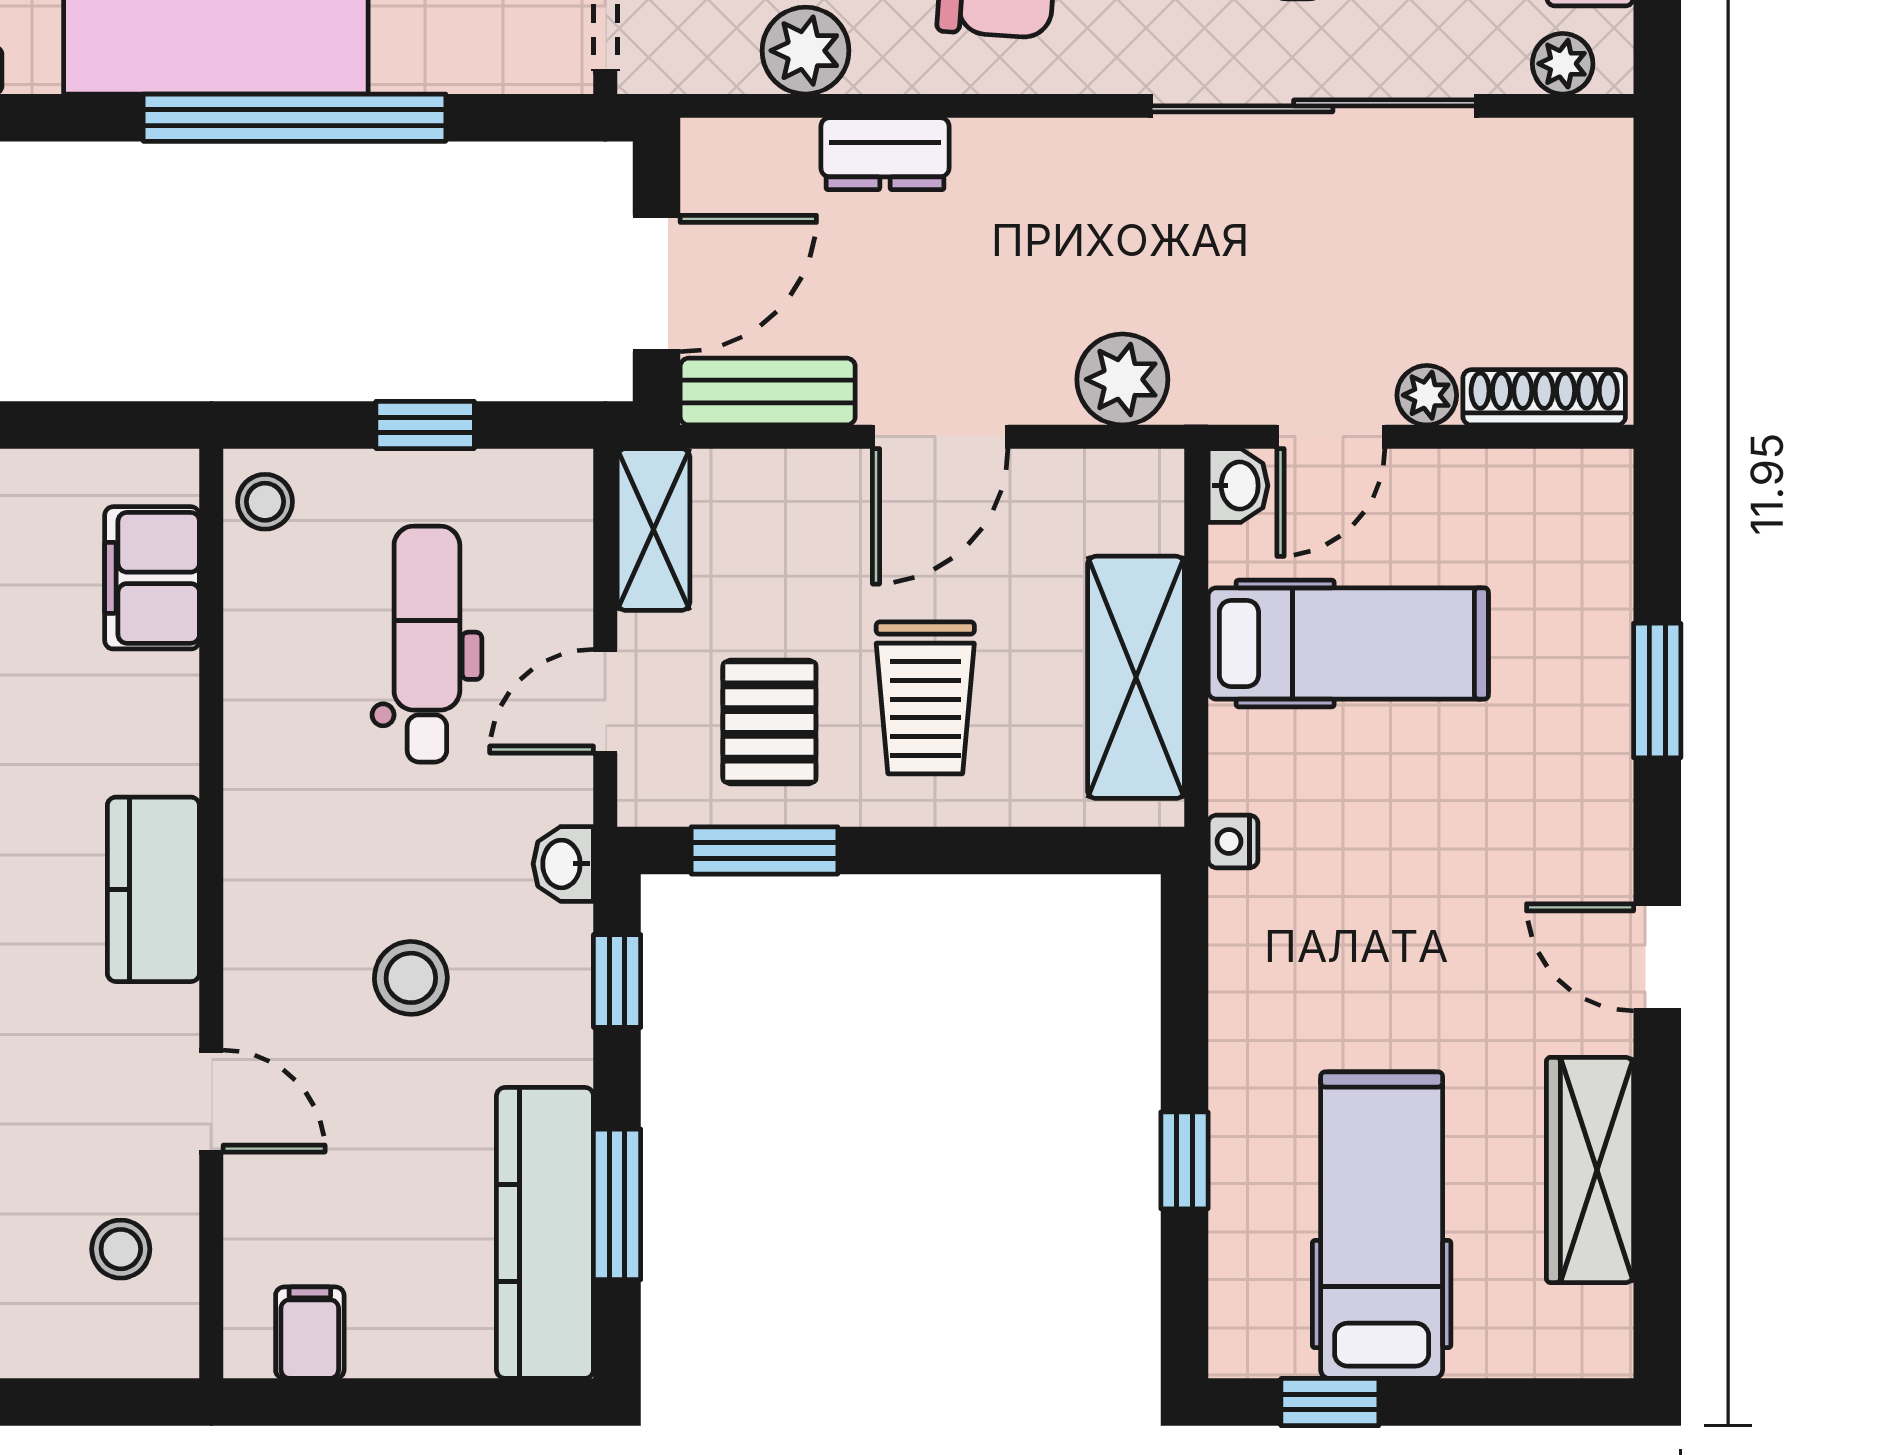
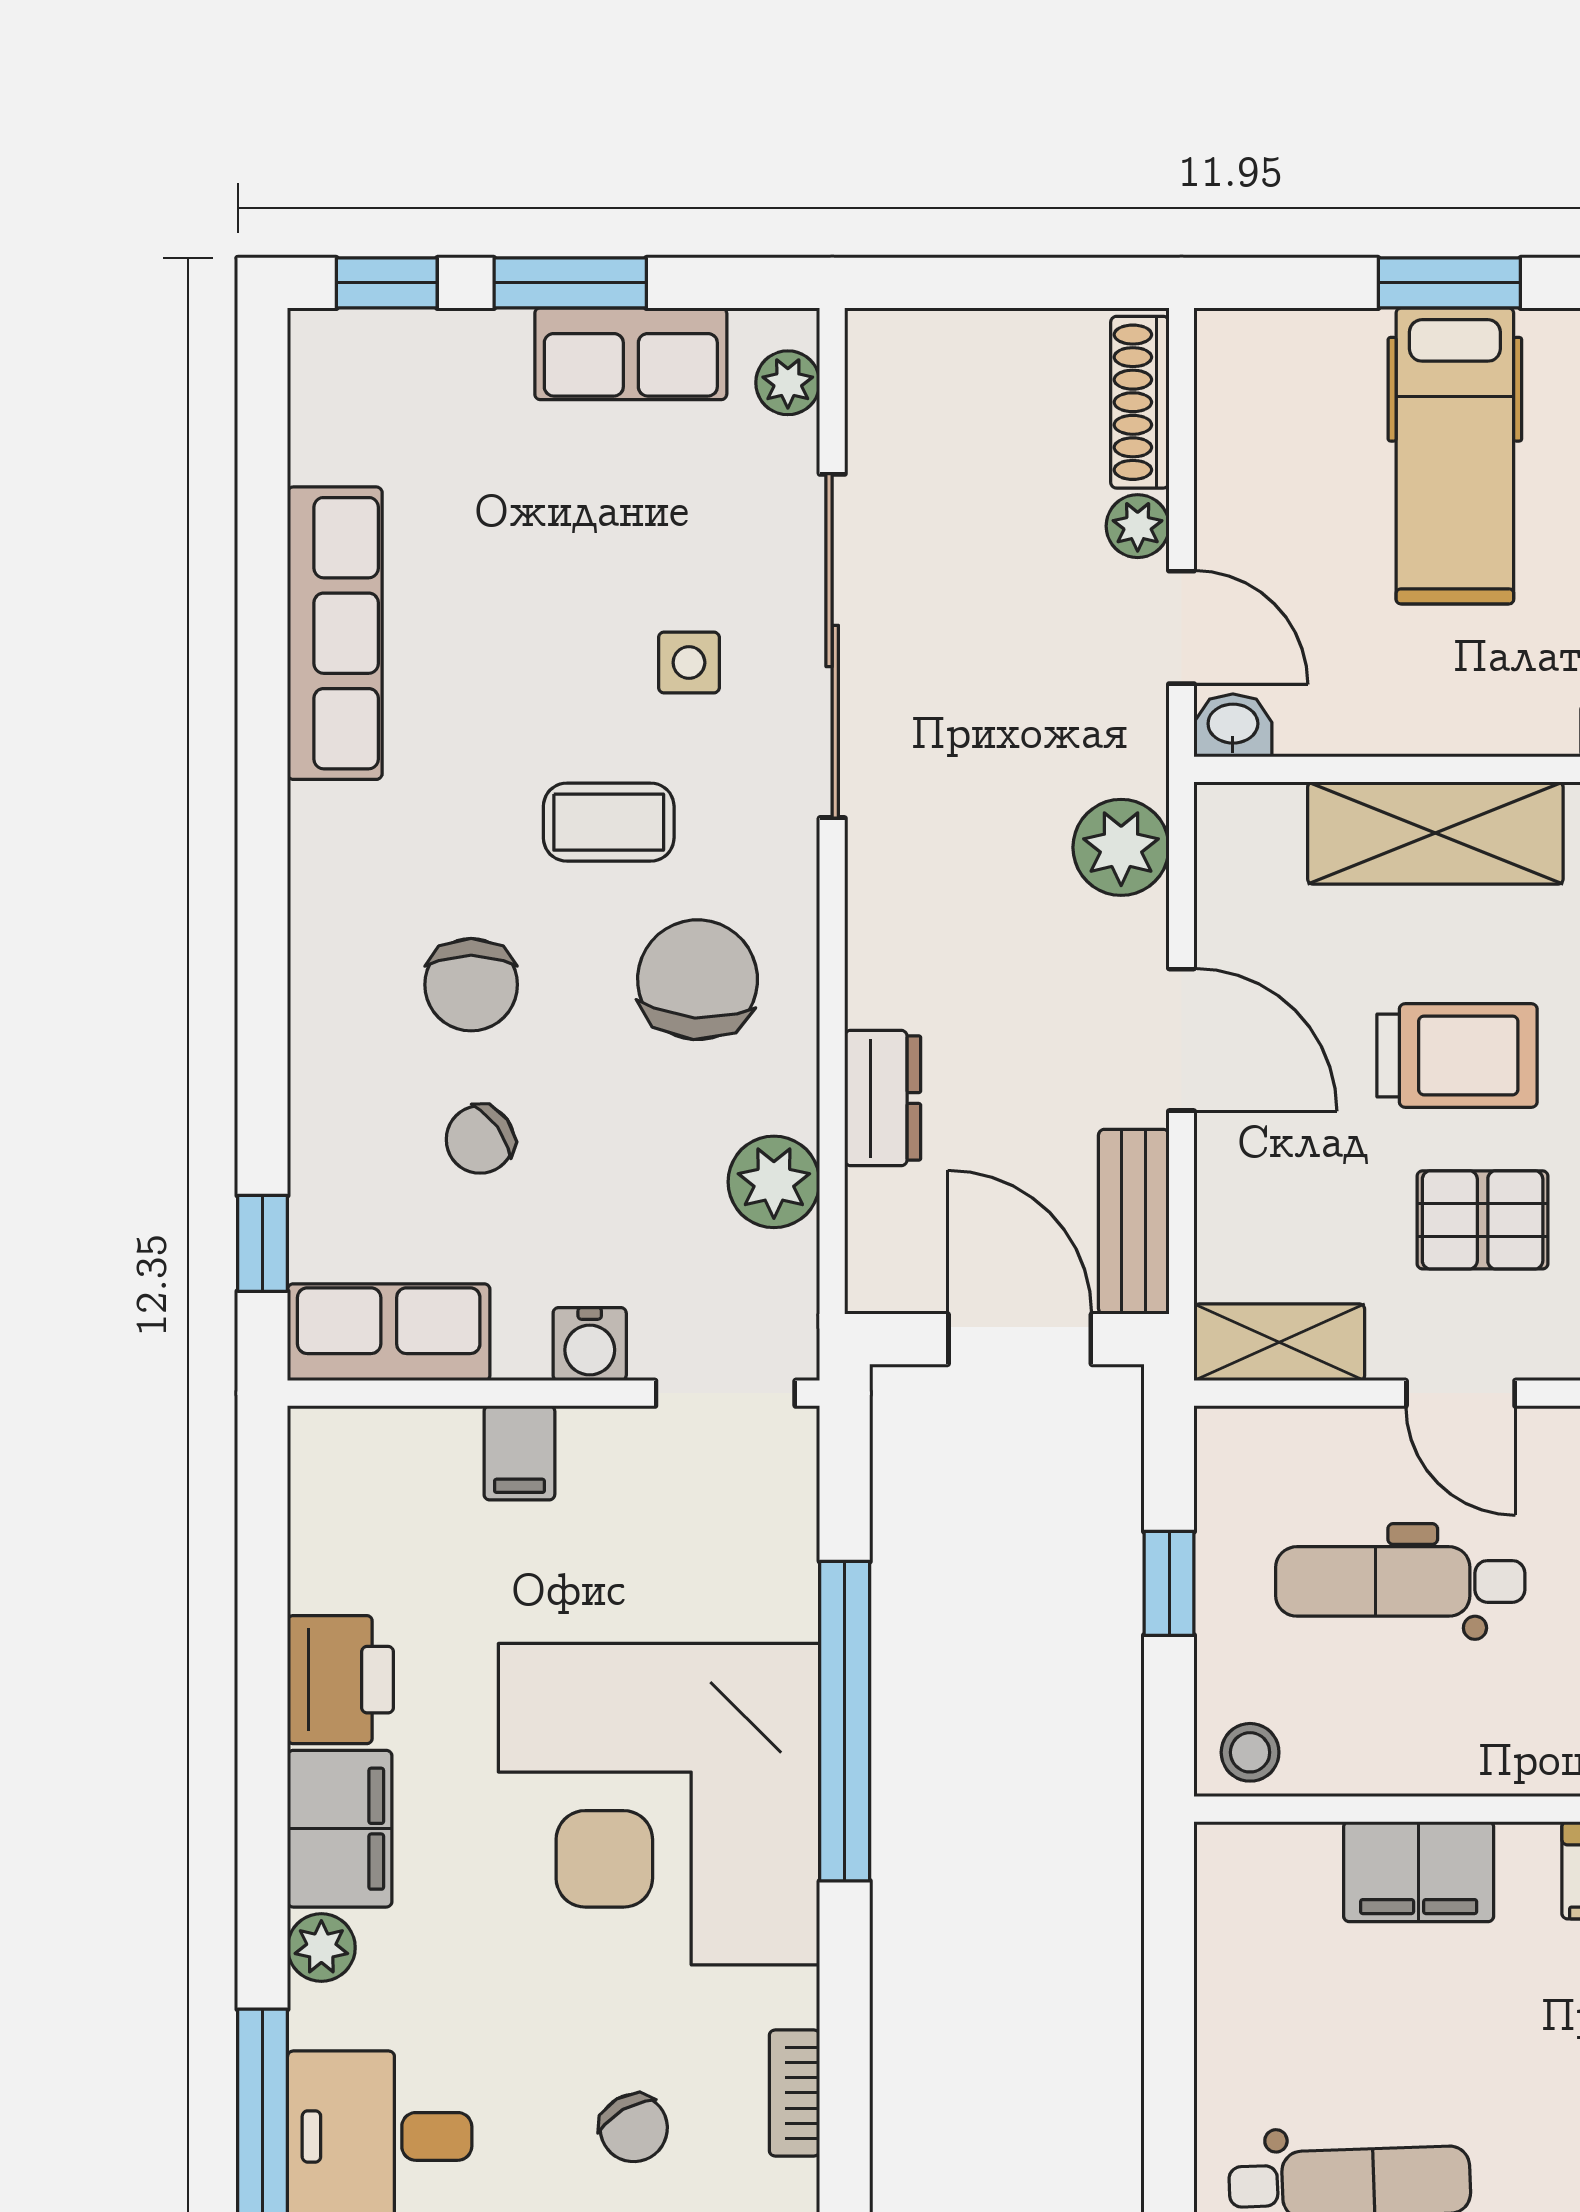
filing cabinet: (152, 578) -> (1419, 1872), moved
hospital bed: (1348, 643) -> (1455, 456), moved, turned 180

